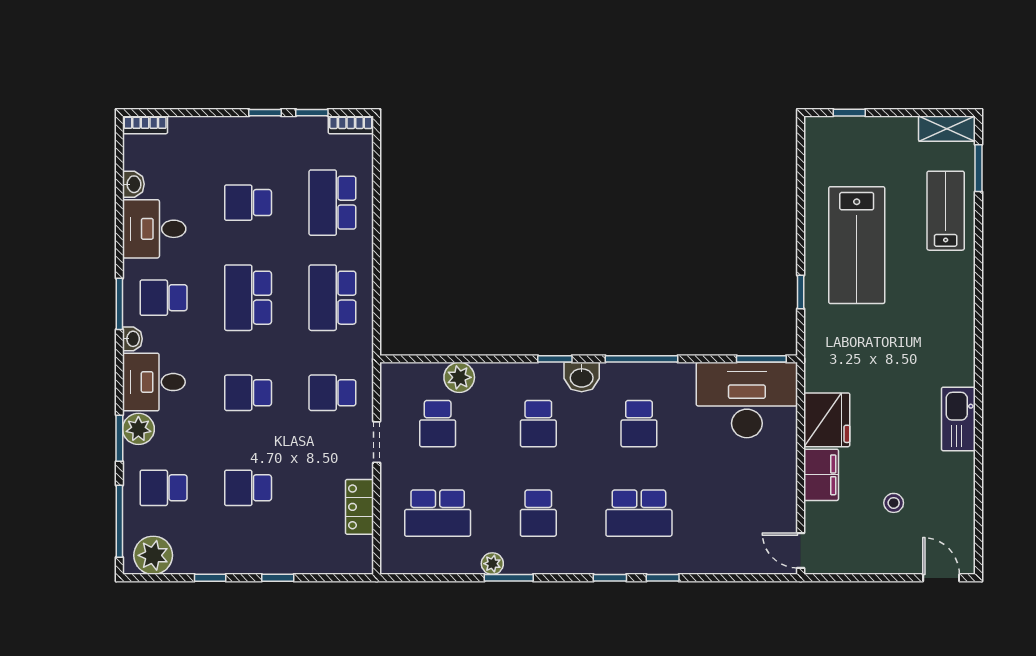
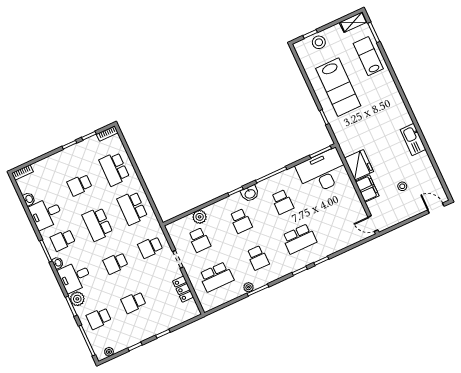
stool: (859, 137) -> (319, 42), added
plant: (153, 555) -> (109, 352), width x0.53, depth x0.53

